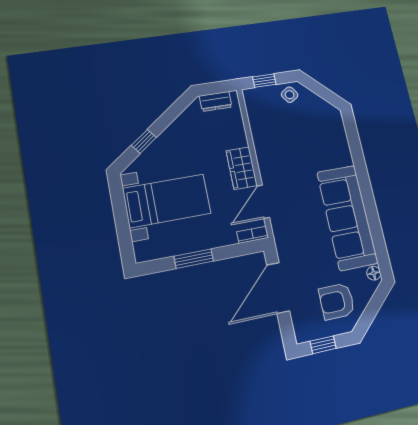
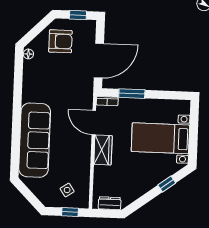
side table: (290, 95) -> (67, 190), moved
door: (263, 202) -> (94, 123), swing flipped
sofa: (347, 217) -> (35, 140), moved
window: (194, 259) -> (132, 94), moved

